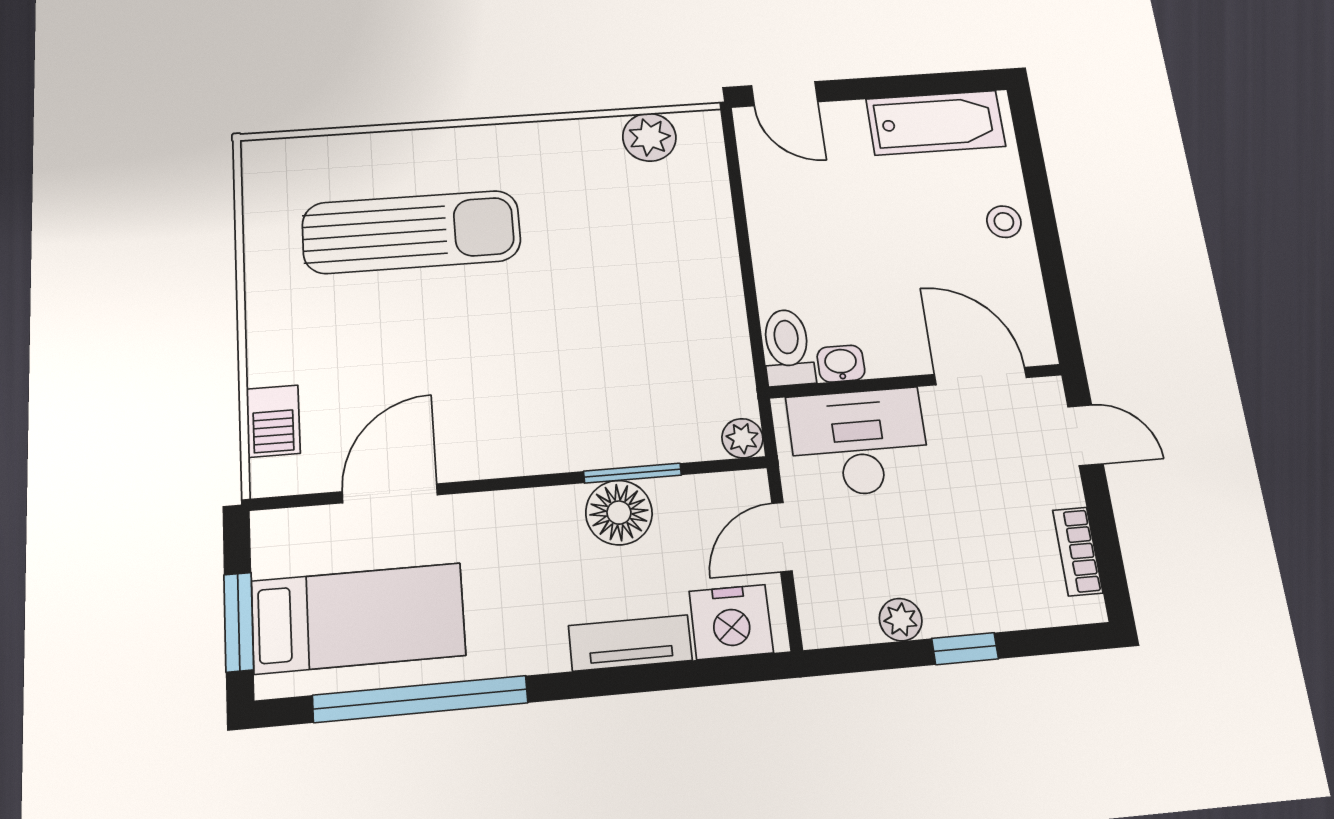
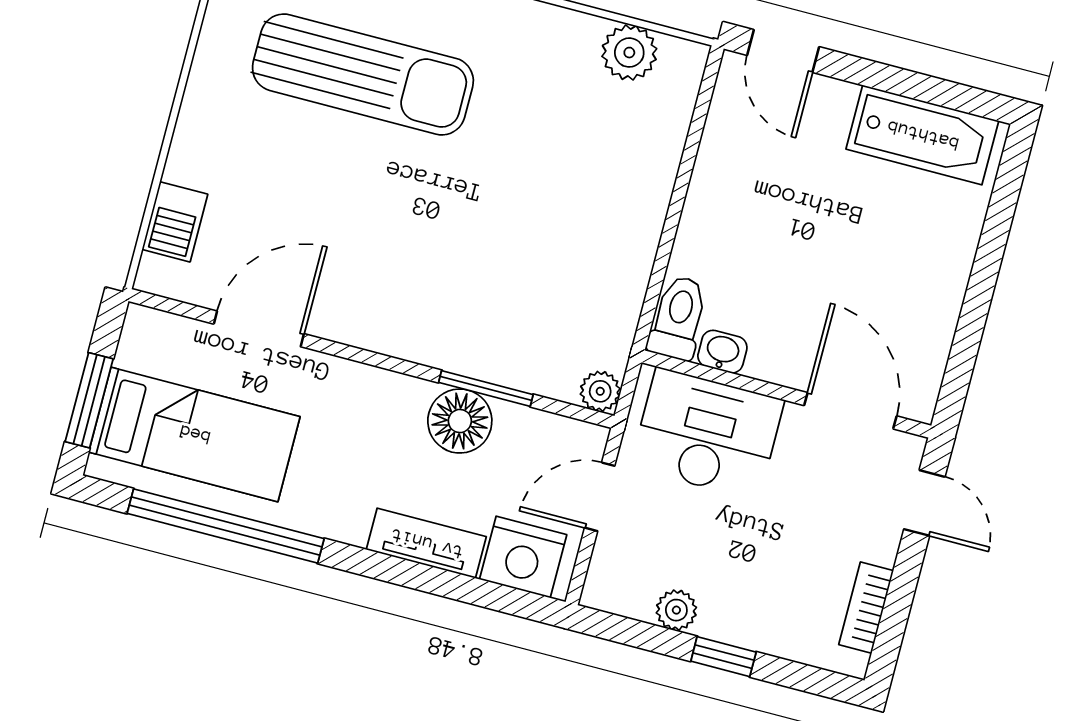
stool: (1004, 222) -> (944, 264), removed

